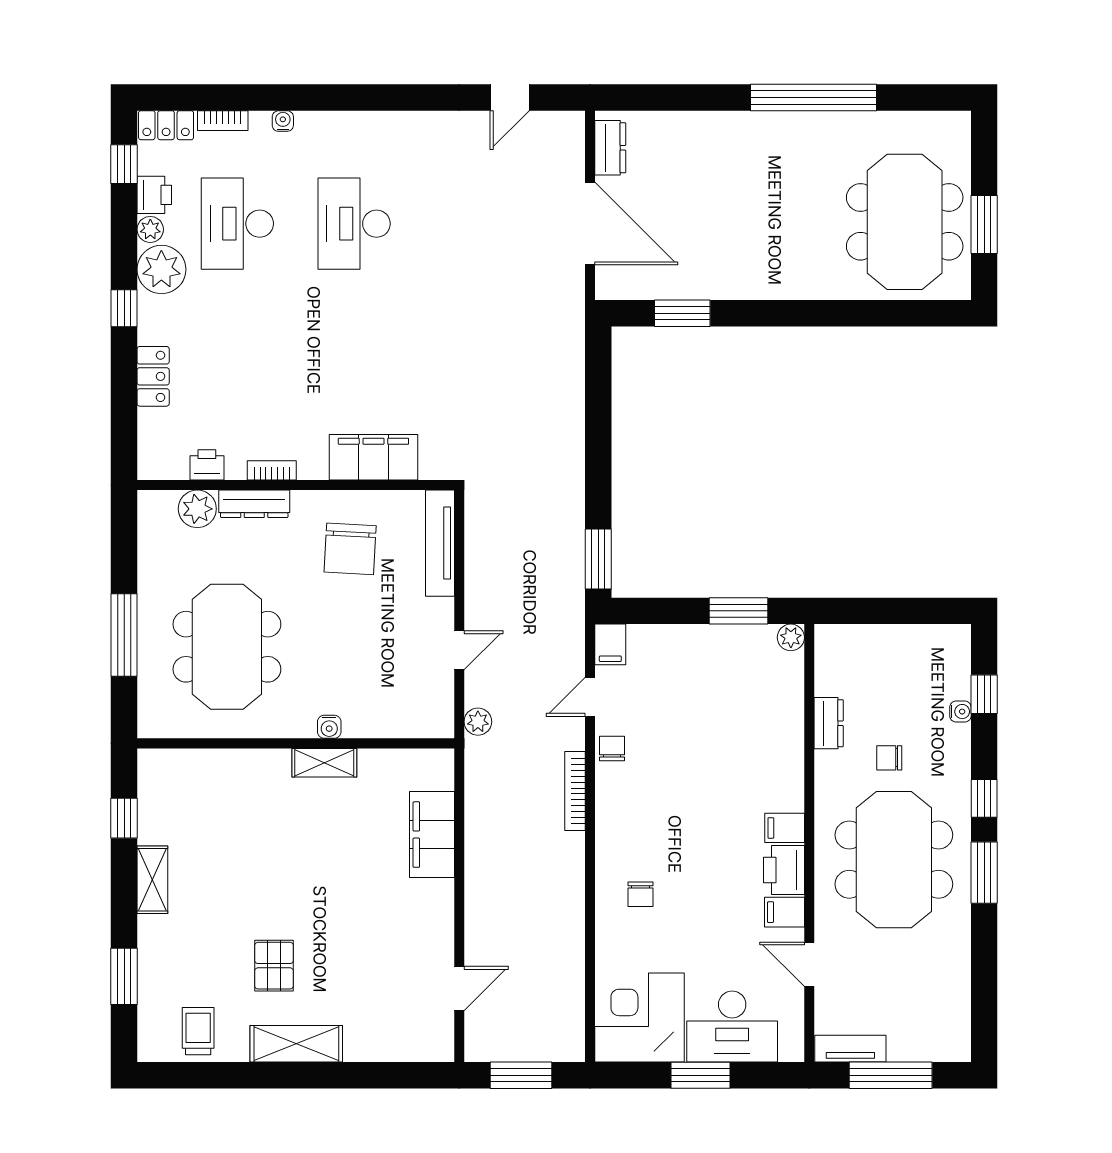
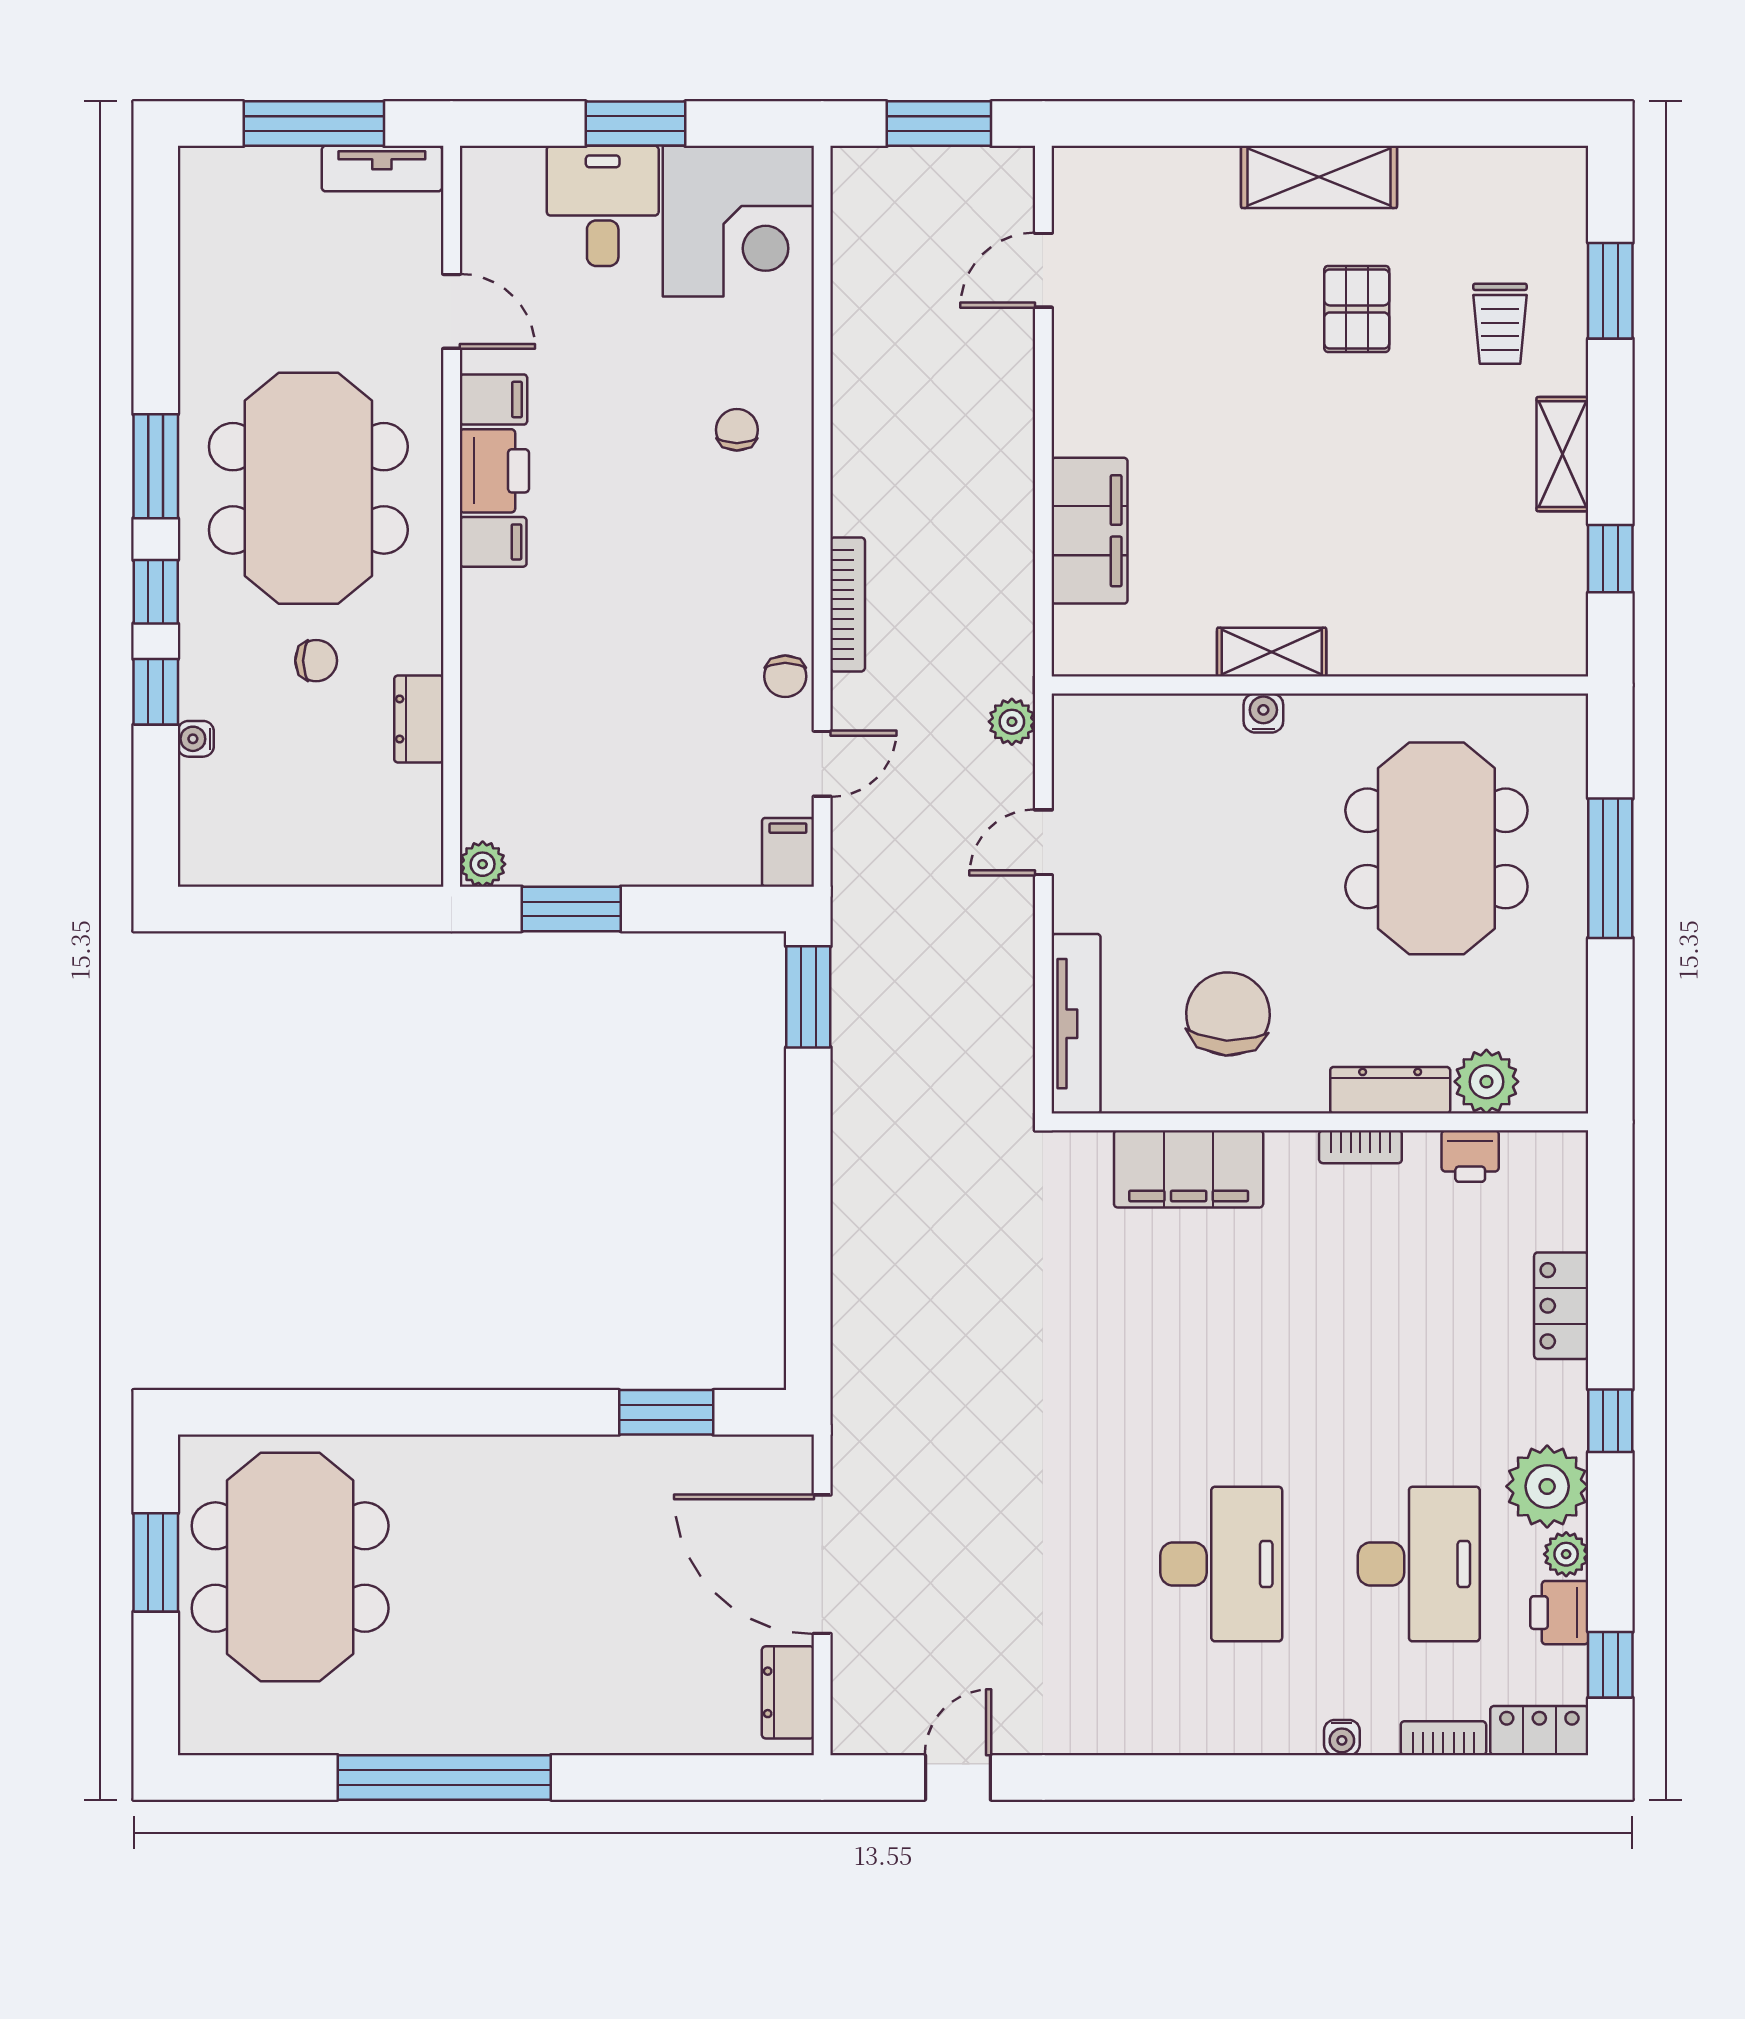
window: (984, 694) -> (156, 692), moved
desk: (732, 1027) -> (603, 206), width x0.73
trolley: (198, 1031) -> (1500, 324), moved

